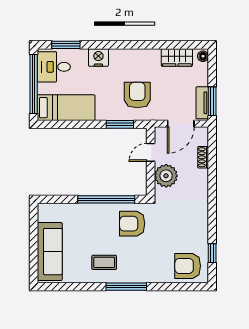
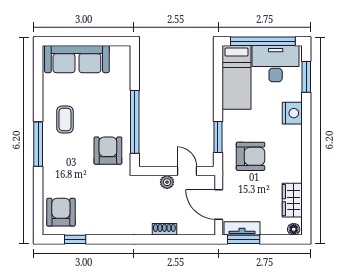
desk: (54, 67) -> (276, 64), width x1.37
shoe rack: (203, 157) -> (164, 229), moved
plant: (166, 176) -> (167, 182), width x0.53, depth x0.53

